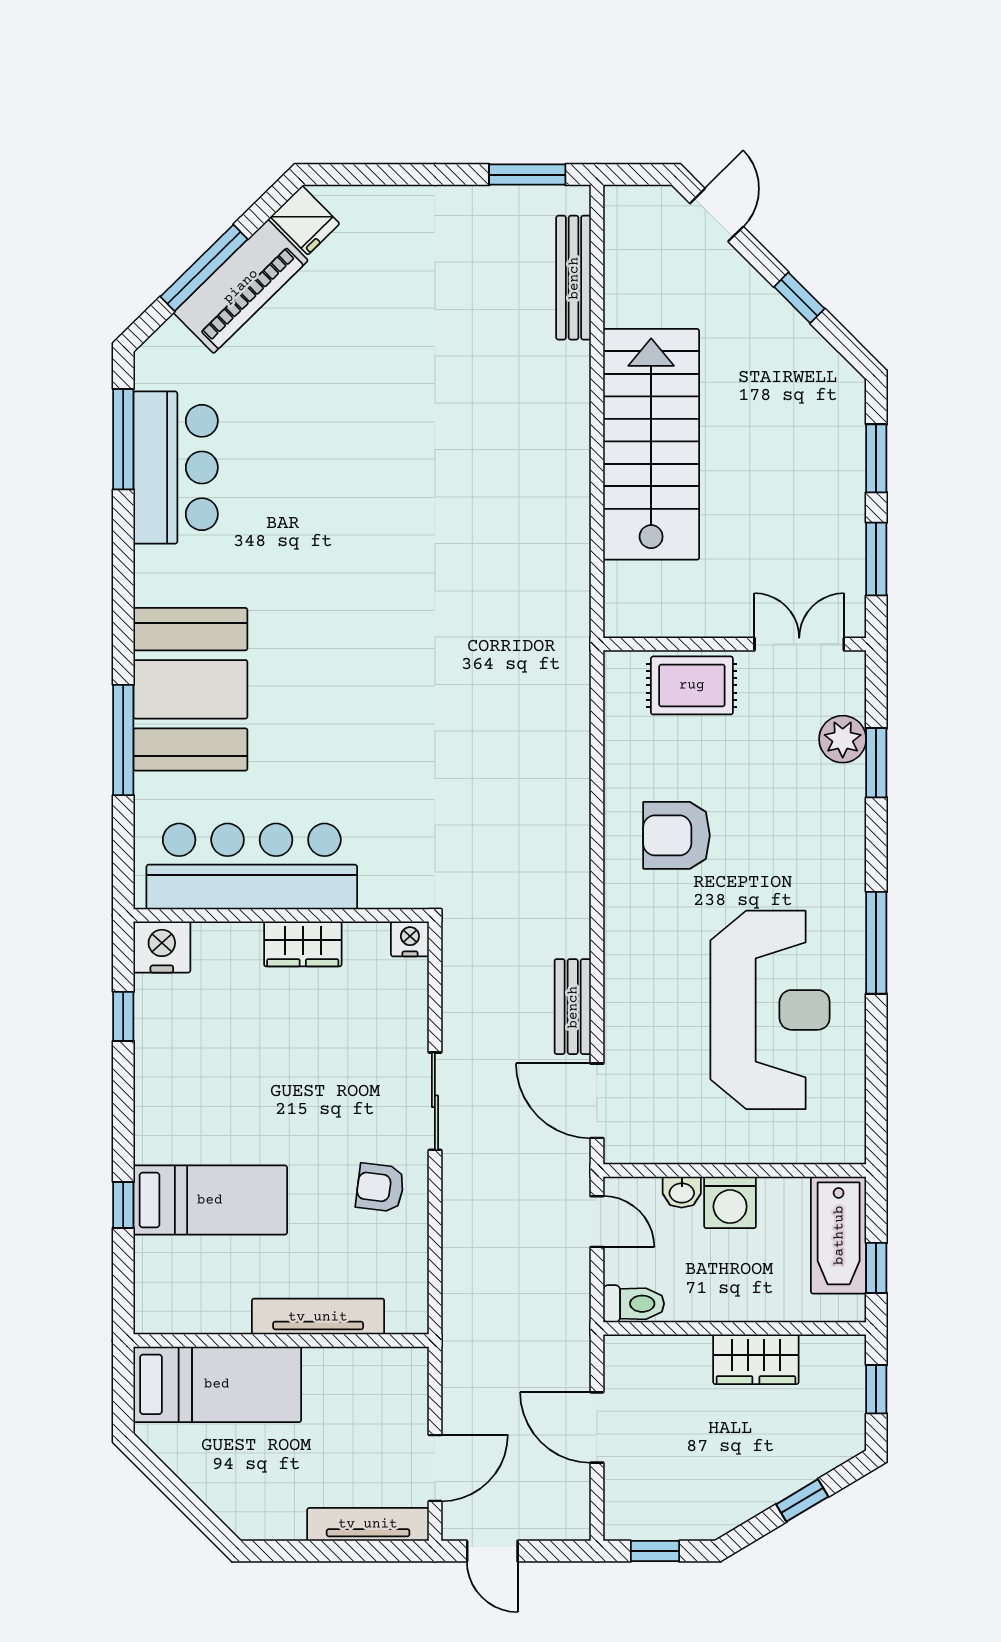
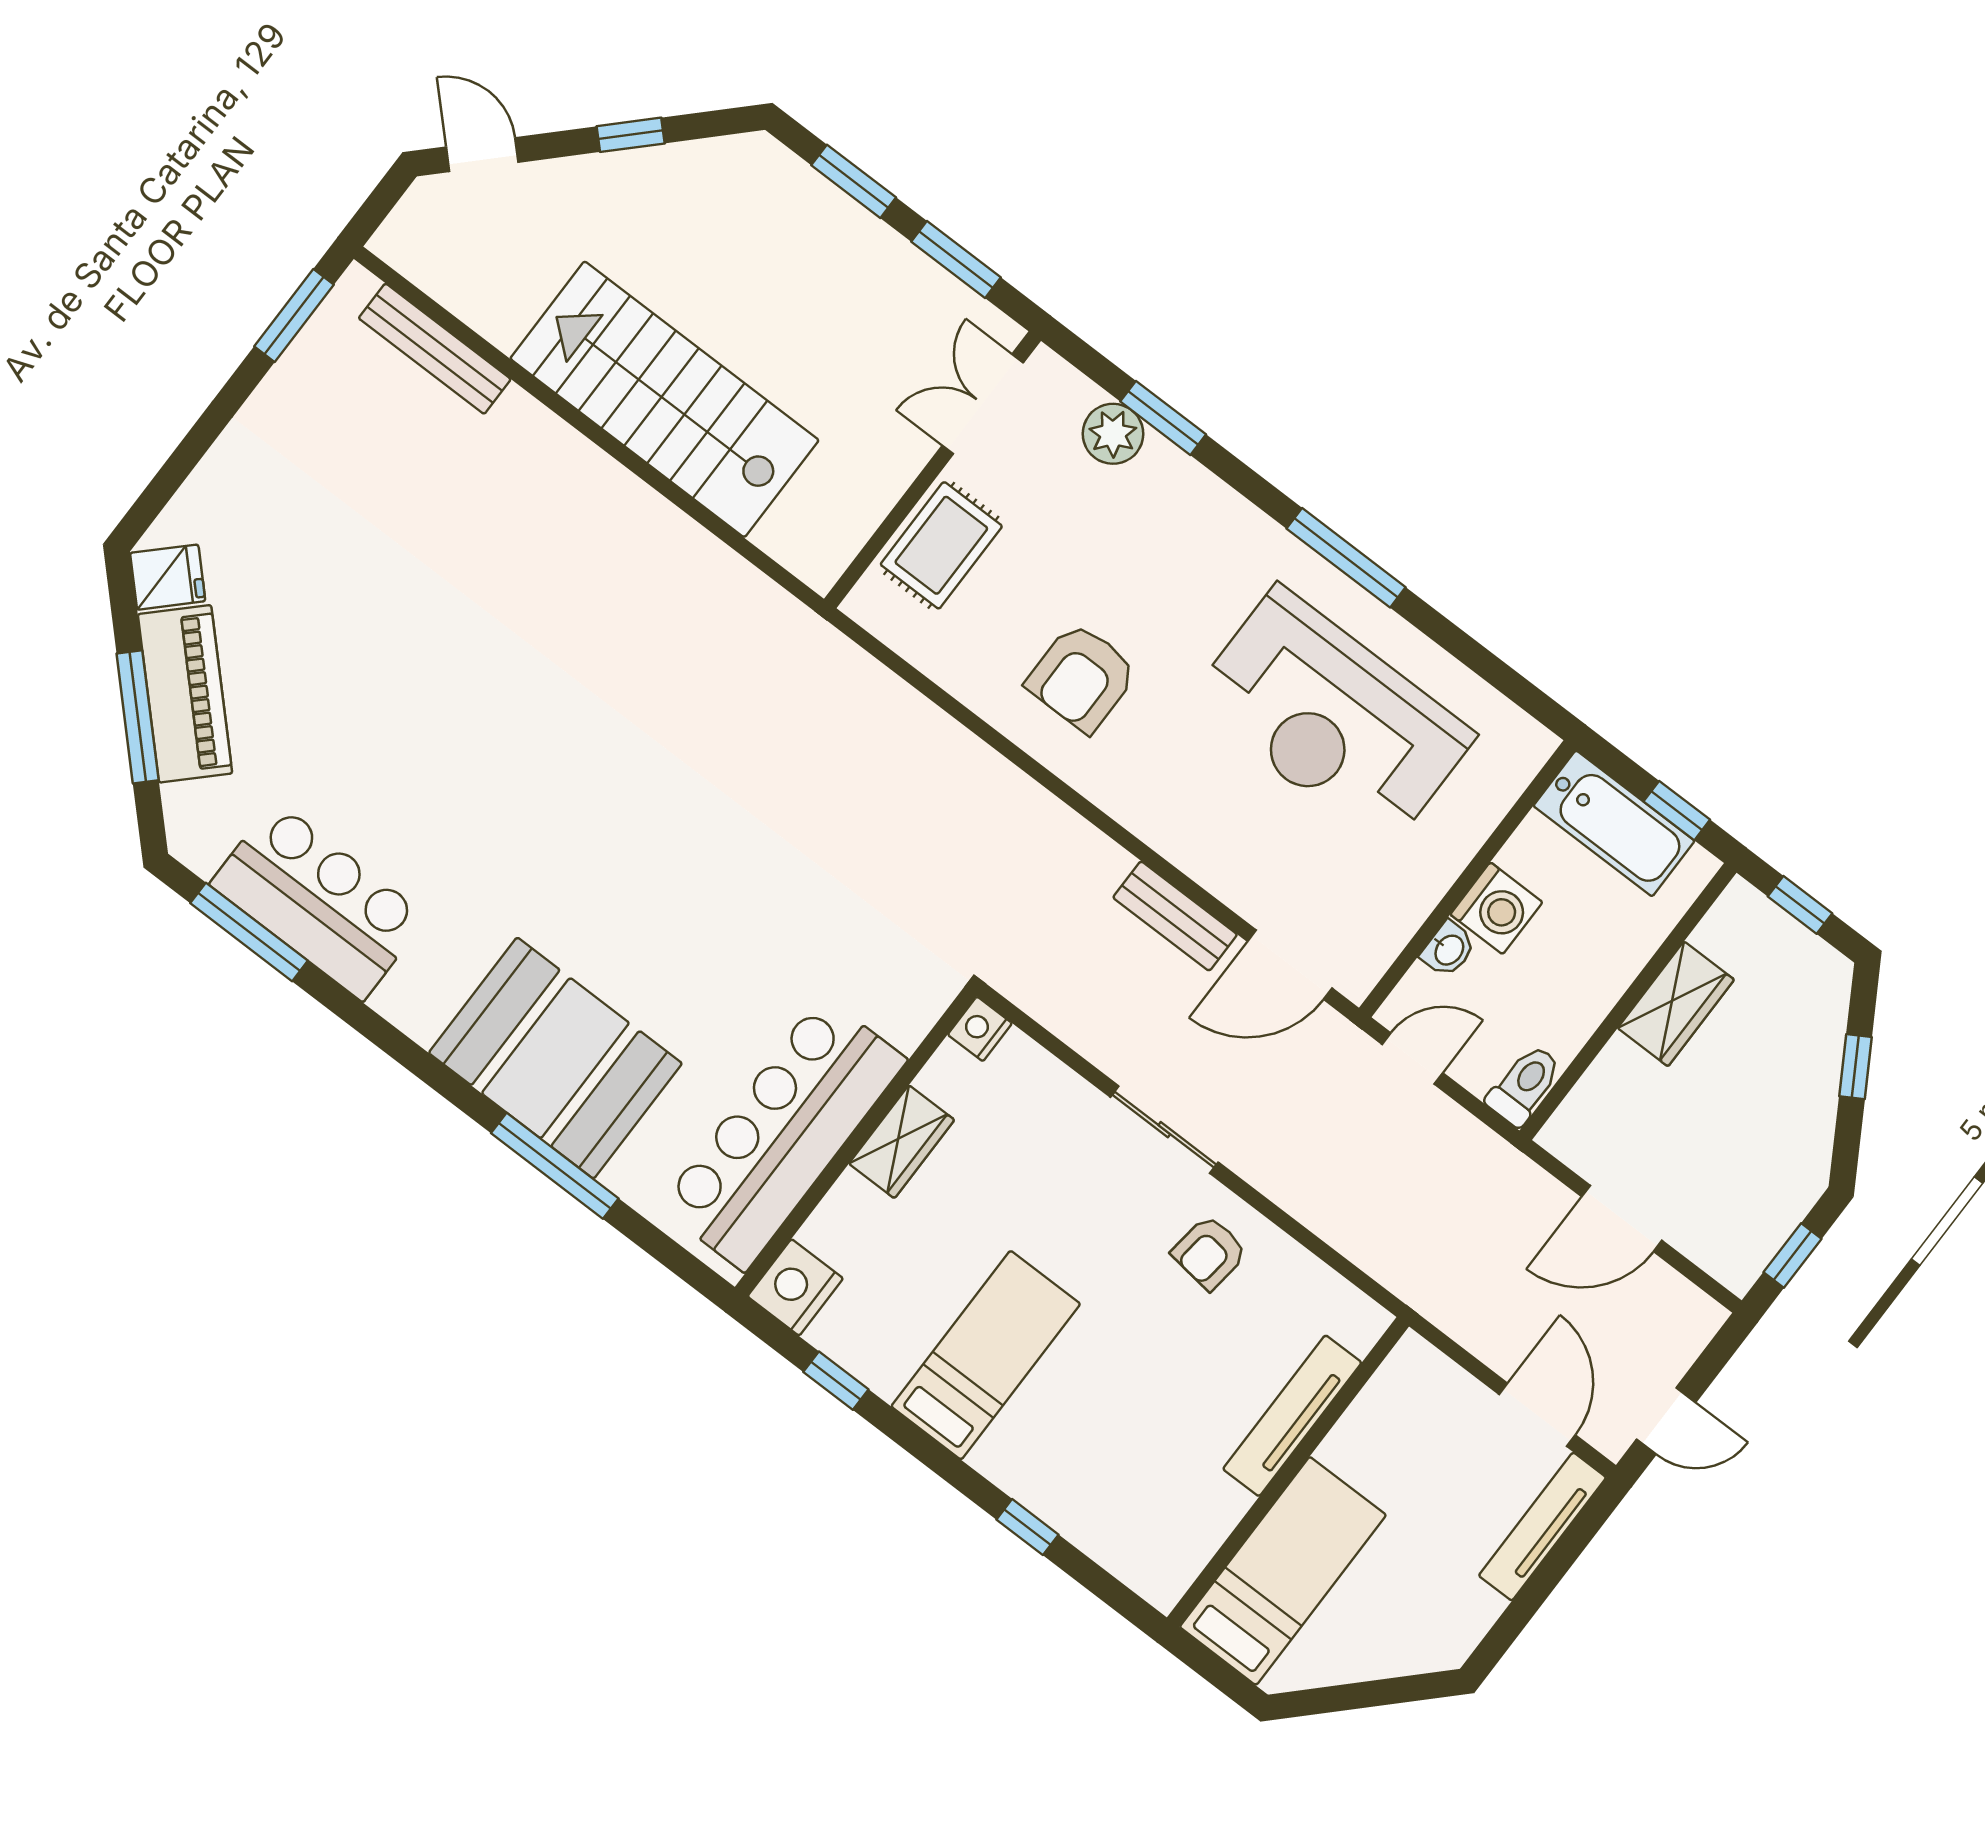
reception desk: (770, 1010) -> (1332, 718), turned 180
bed: (210, 1200) -> (986, 1355), moved

